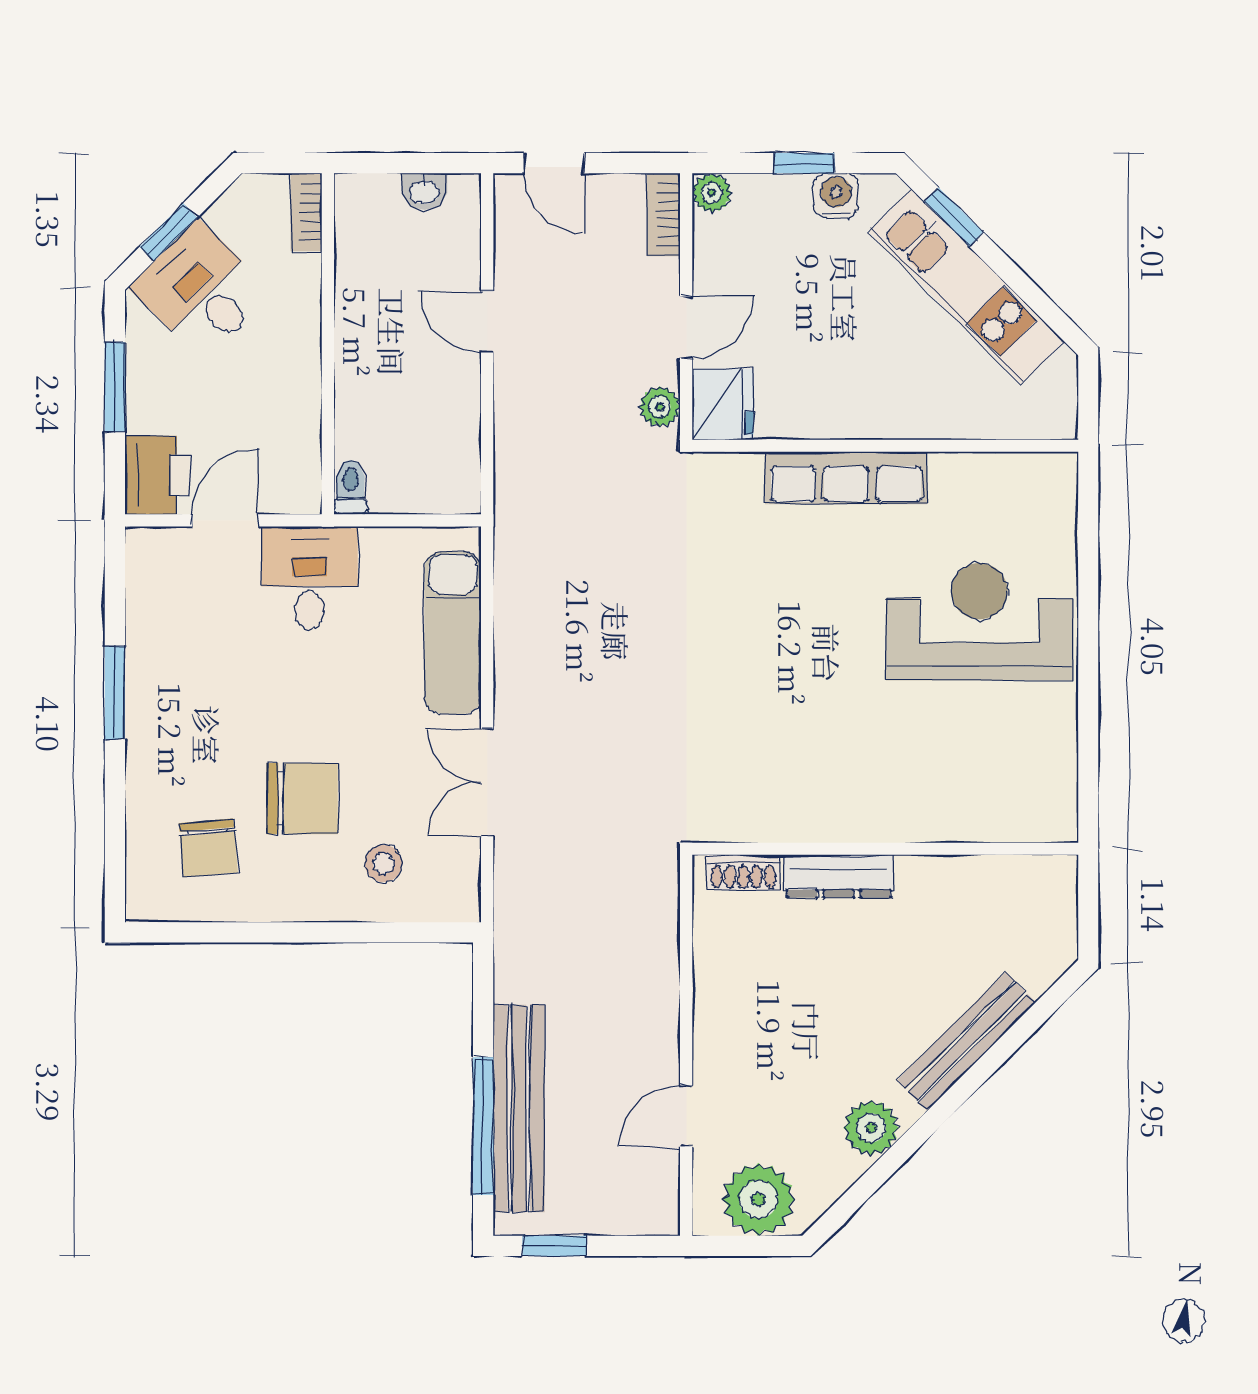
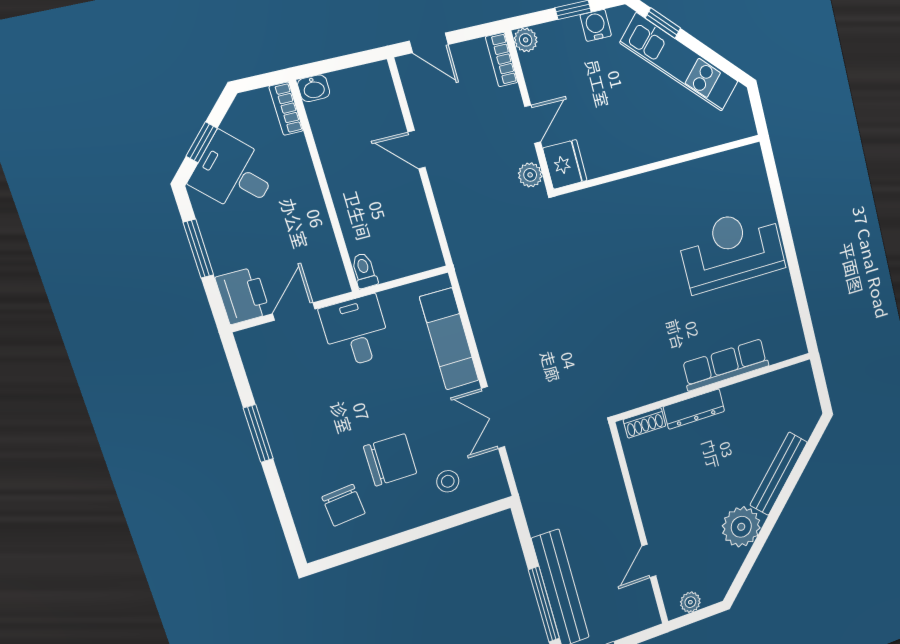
washbasin: (424, 191) -> (314, 88), moved
row of seats: (846, 478) -> (725, 365), moved, turned 180
plant: (871, 1128) -> (741, 527), width x1.36, depth x1.36
plant: (758, 1199) -> (690, 602), width x0.53, depth x0.53

